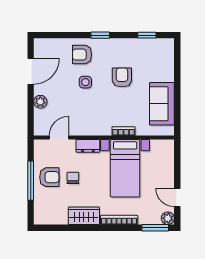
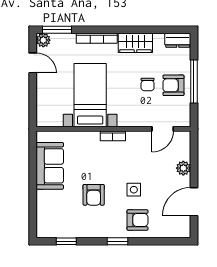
bookcase: (124, 131) -> (113, 136), moved
dresser: (88, 146) -> (178, 40), moved, turned 180

